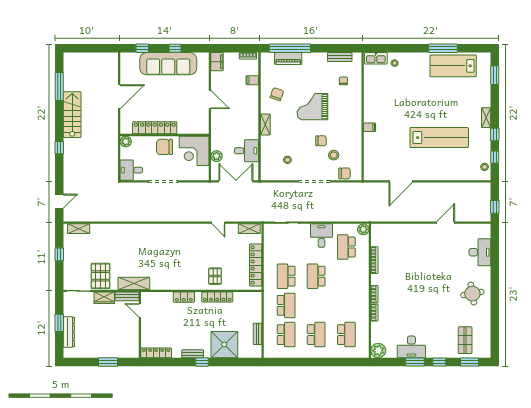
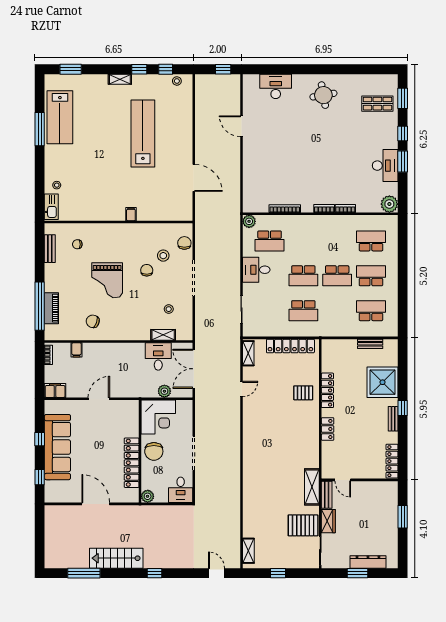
shelving: (265, 124) -> (163, 335), moved
school desk: (286, 305) -> (337, 276), moved, turned 180
door: (140, 310) -> (343, 480), hinge flipped

